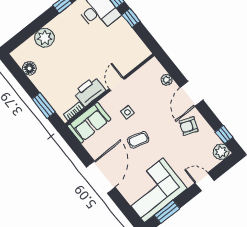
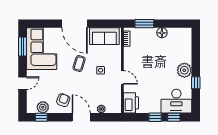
plant: (45, 38) -> (184, 70), moved
floor lamp: (29, 68) -> (162, 33), moved
printer: (90, 91) -> (131, 103), moved
sofa: (89, 123) -> (104, 36), moved, turned -90
plant: (221, 152) -> (43, 107), moved

